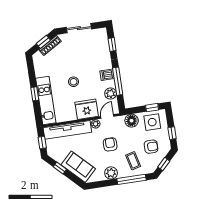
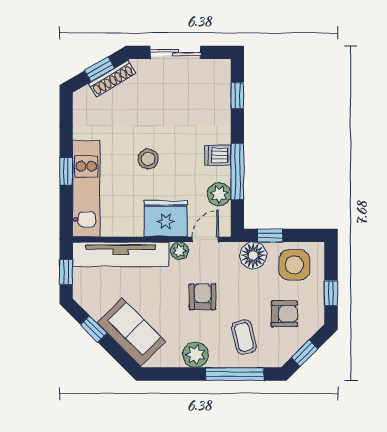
window: (152, 108) -> (270, 235), moved

